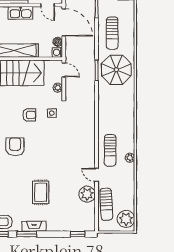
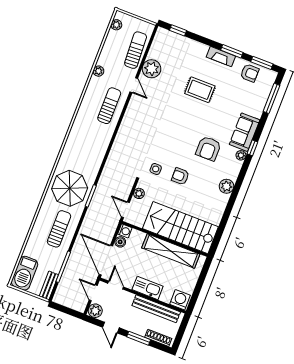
plant: (130, 158) -> (98, 71), moved
rug: (41, 192) -> (200, 90), turned 90
plant: (126, 219) -> (116, 25), width x0.53, depth x0.53

